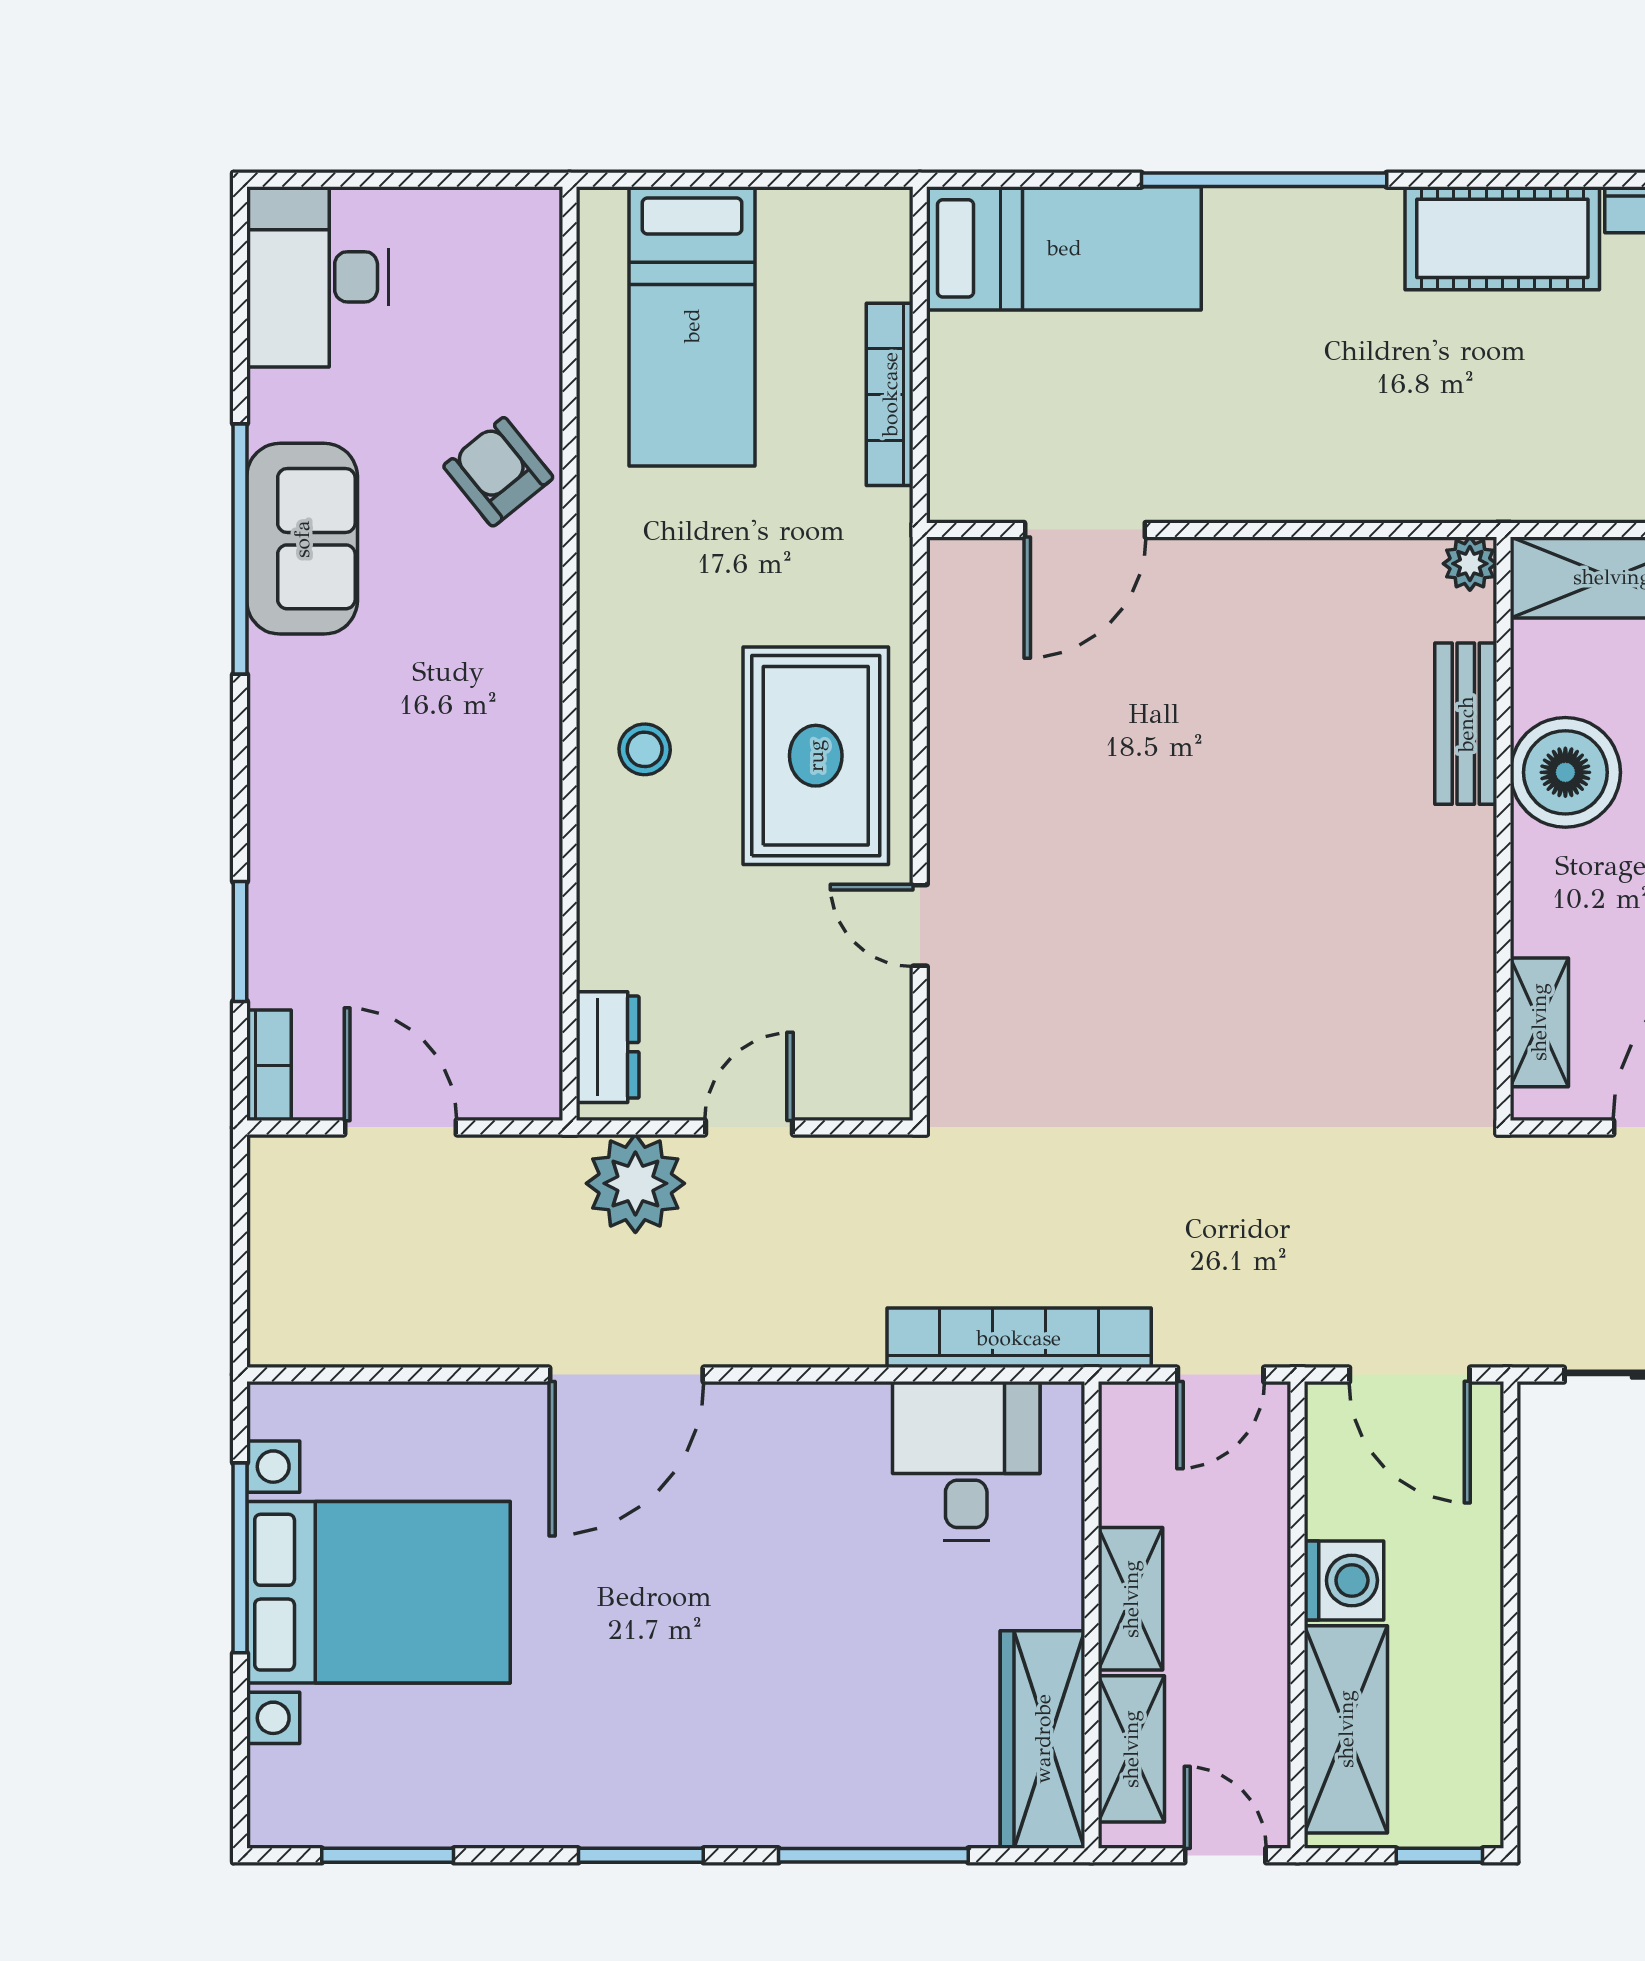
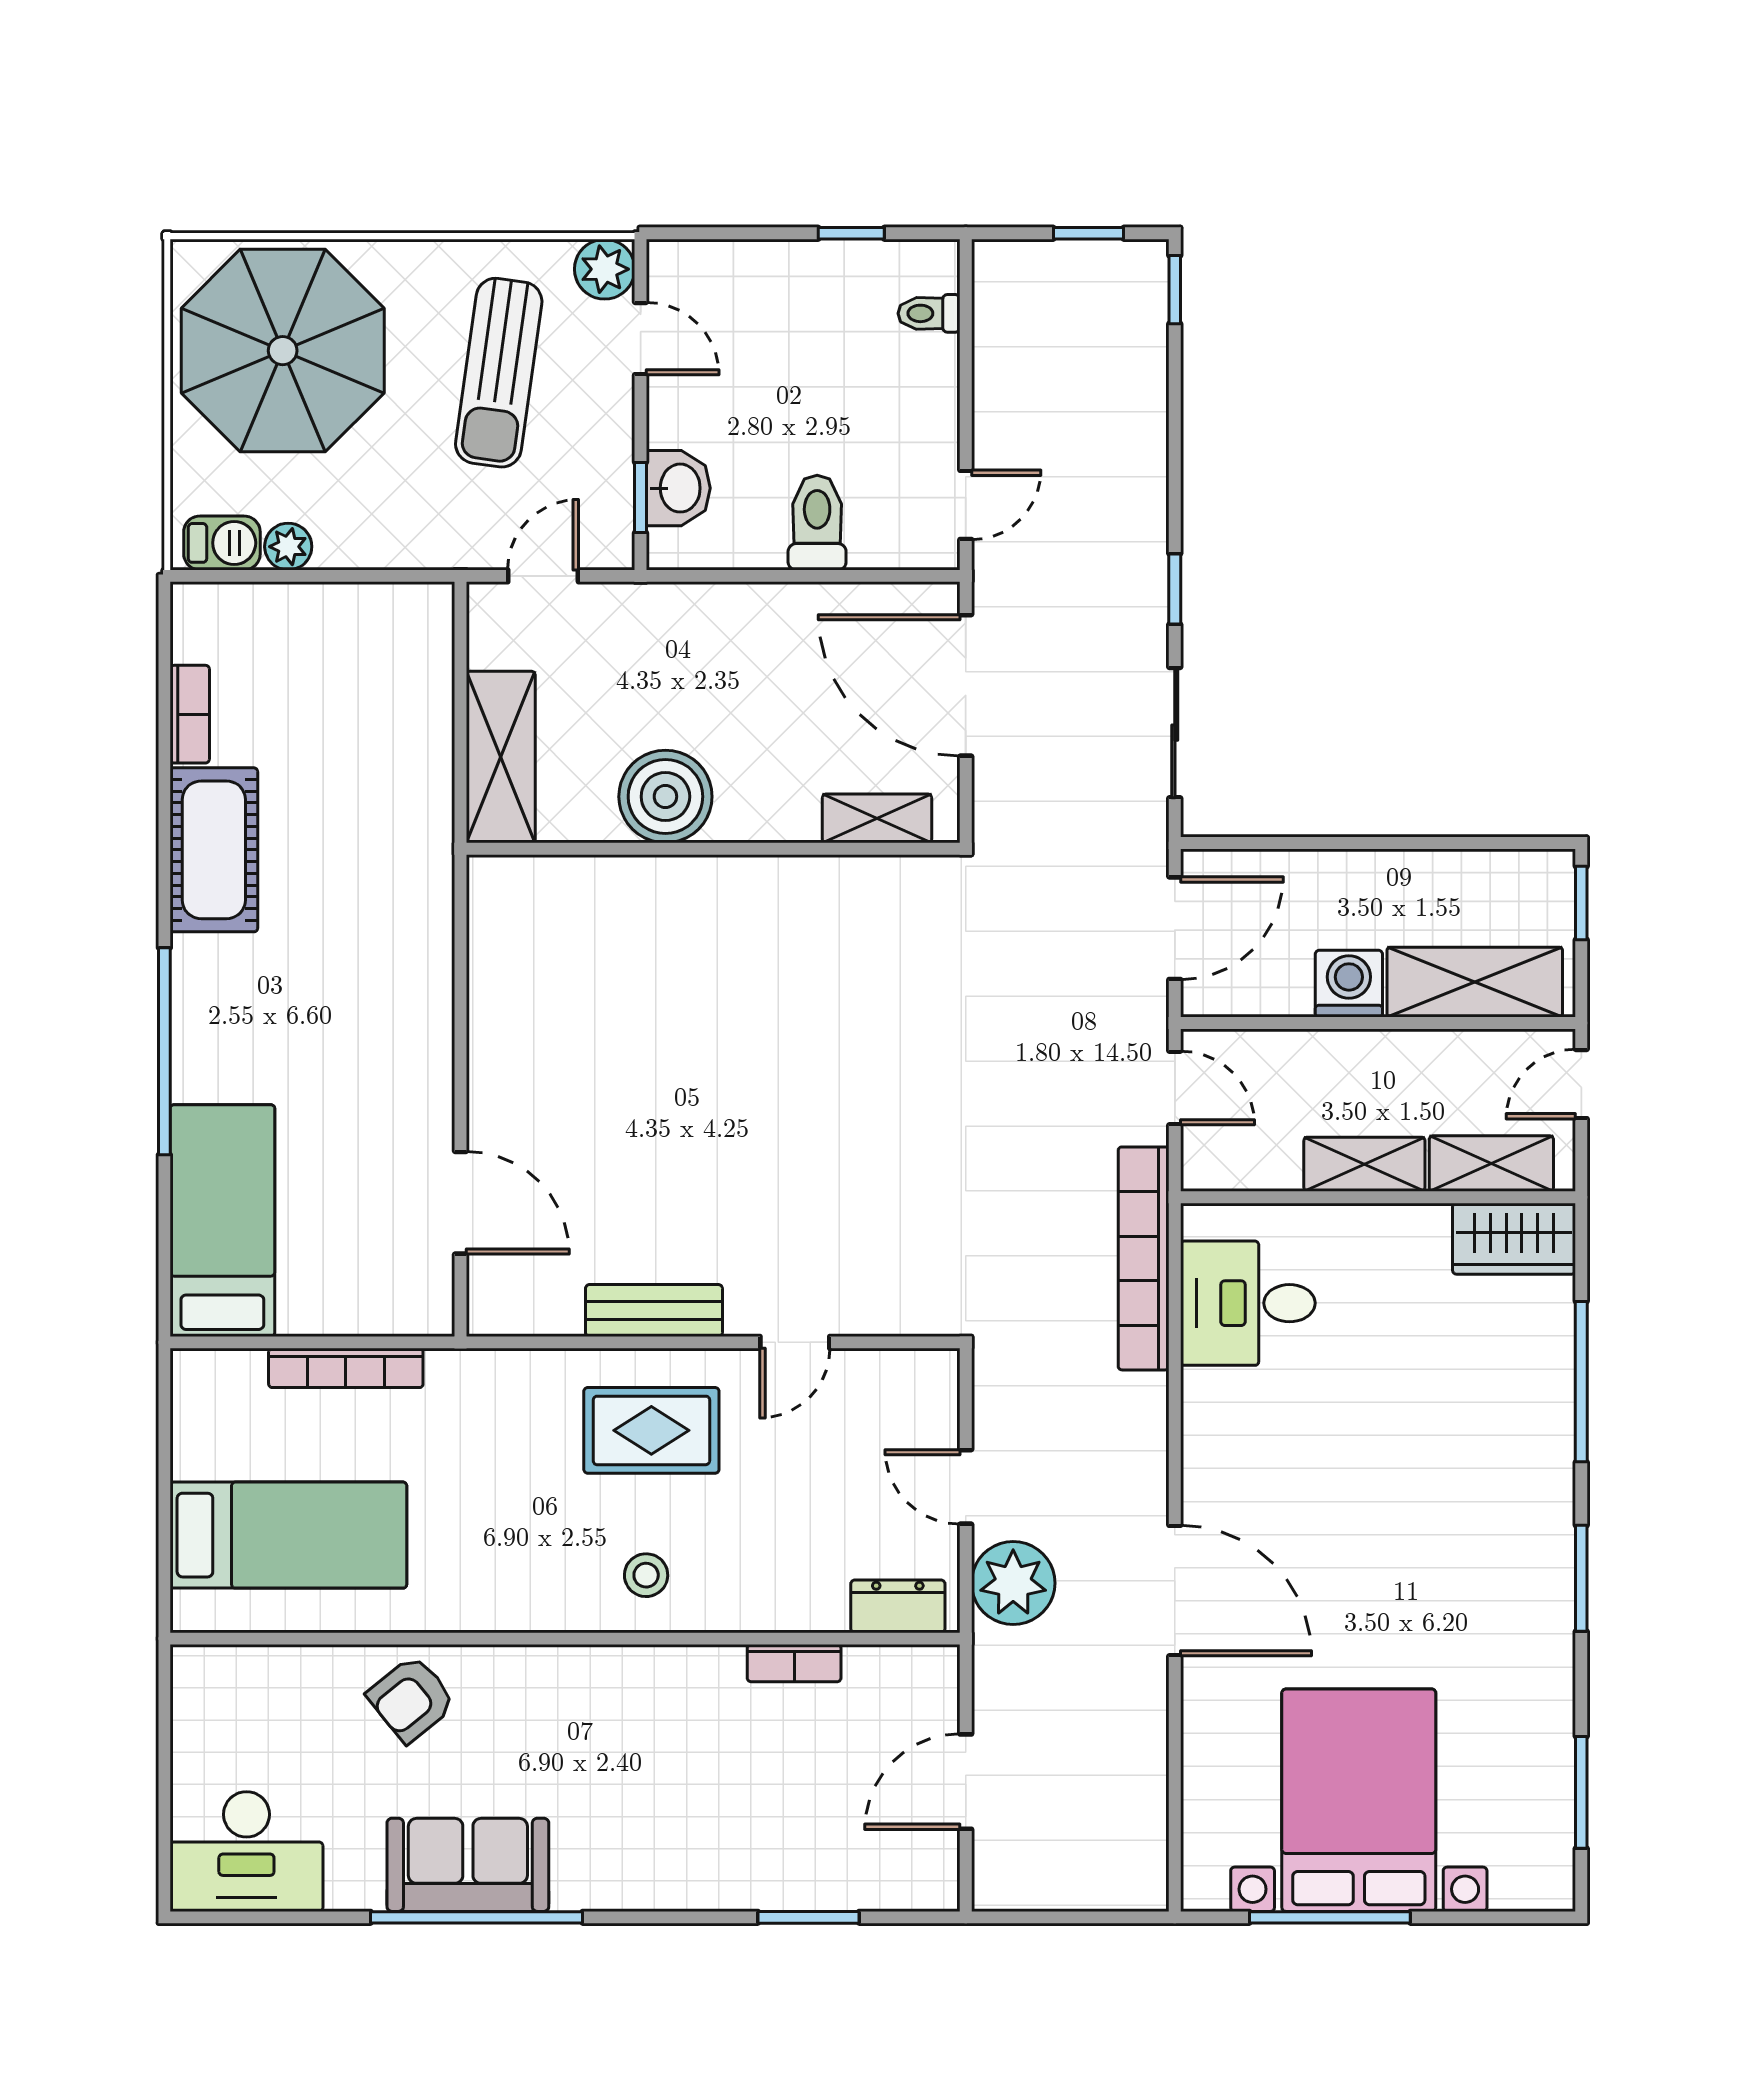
plant: (1470, 564) -> (489, 877), removed
bench: (1466, 724) -> (654, 1310), moved
rug: (816, 756) -> (651, 1430), width x0.73, depth x0.70
bookcase: (269, 1065) -> (794, 1663), moved, turned 180
wardrobe: (1043, 1739) -> (1514, 1239), width x0.67

